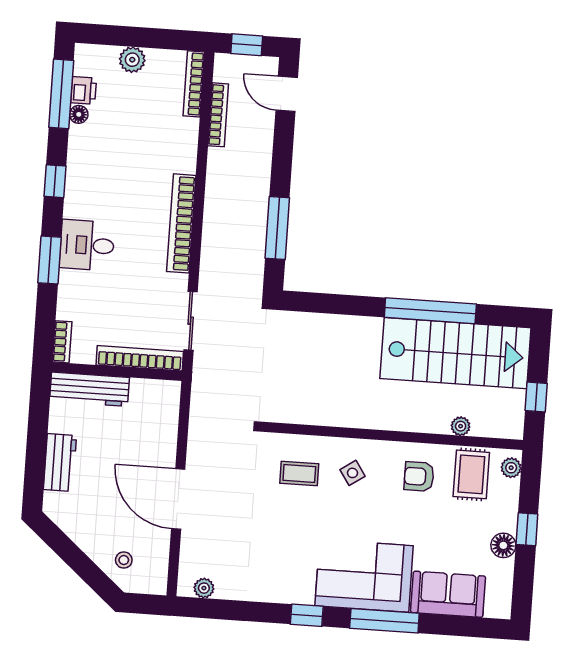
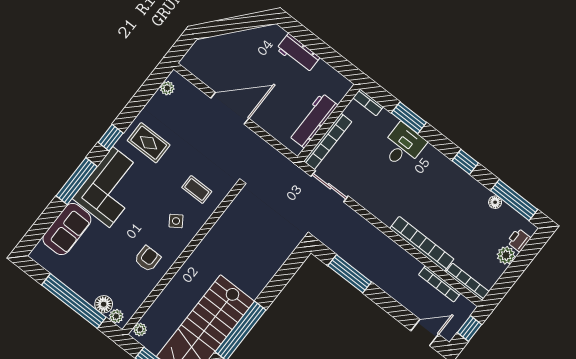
printer: (83, 90) -> (519, 240), moved, turned 90
bookcase: (181, 223) -> (422, 244), moved
desk: (87, 245) -> (403, 146), moved
window: (50, 260) -> (409, 118), moved
workbench: (90, 389) -> (313, 120), moved
plant: (461, 426) -> (140, 329), moved
coffee table: (299, 473) -> (197, 189), turned 90
rug: (471, 474) -> (149, 143), moved
window: (527, 529) -> (74, 301), width x3.17
floor lamp: (503, 545) -> (104, 304), moved
stool: (124, 560) -> (215, 52), removed

